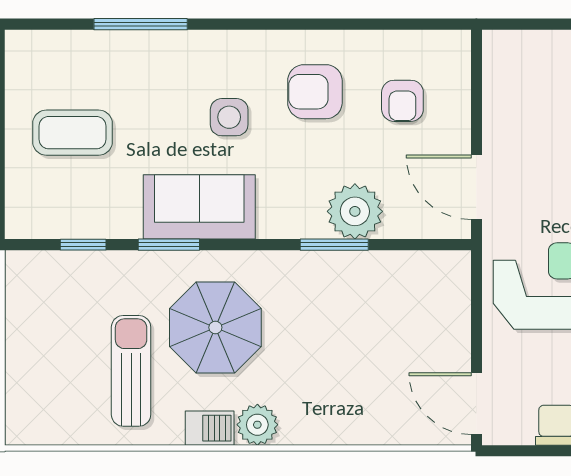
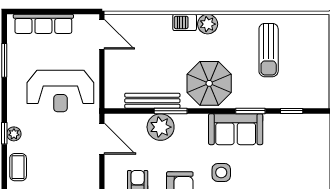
coffee table: (72, 133) -> (297, 165), removed
bench: (372, 266) -> (152, 101), added
parasol: (215, 327) -> (209, 83), moved
barbecue: (210, 428) -> (185, 22), moved

